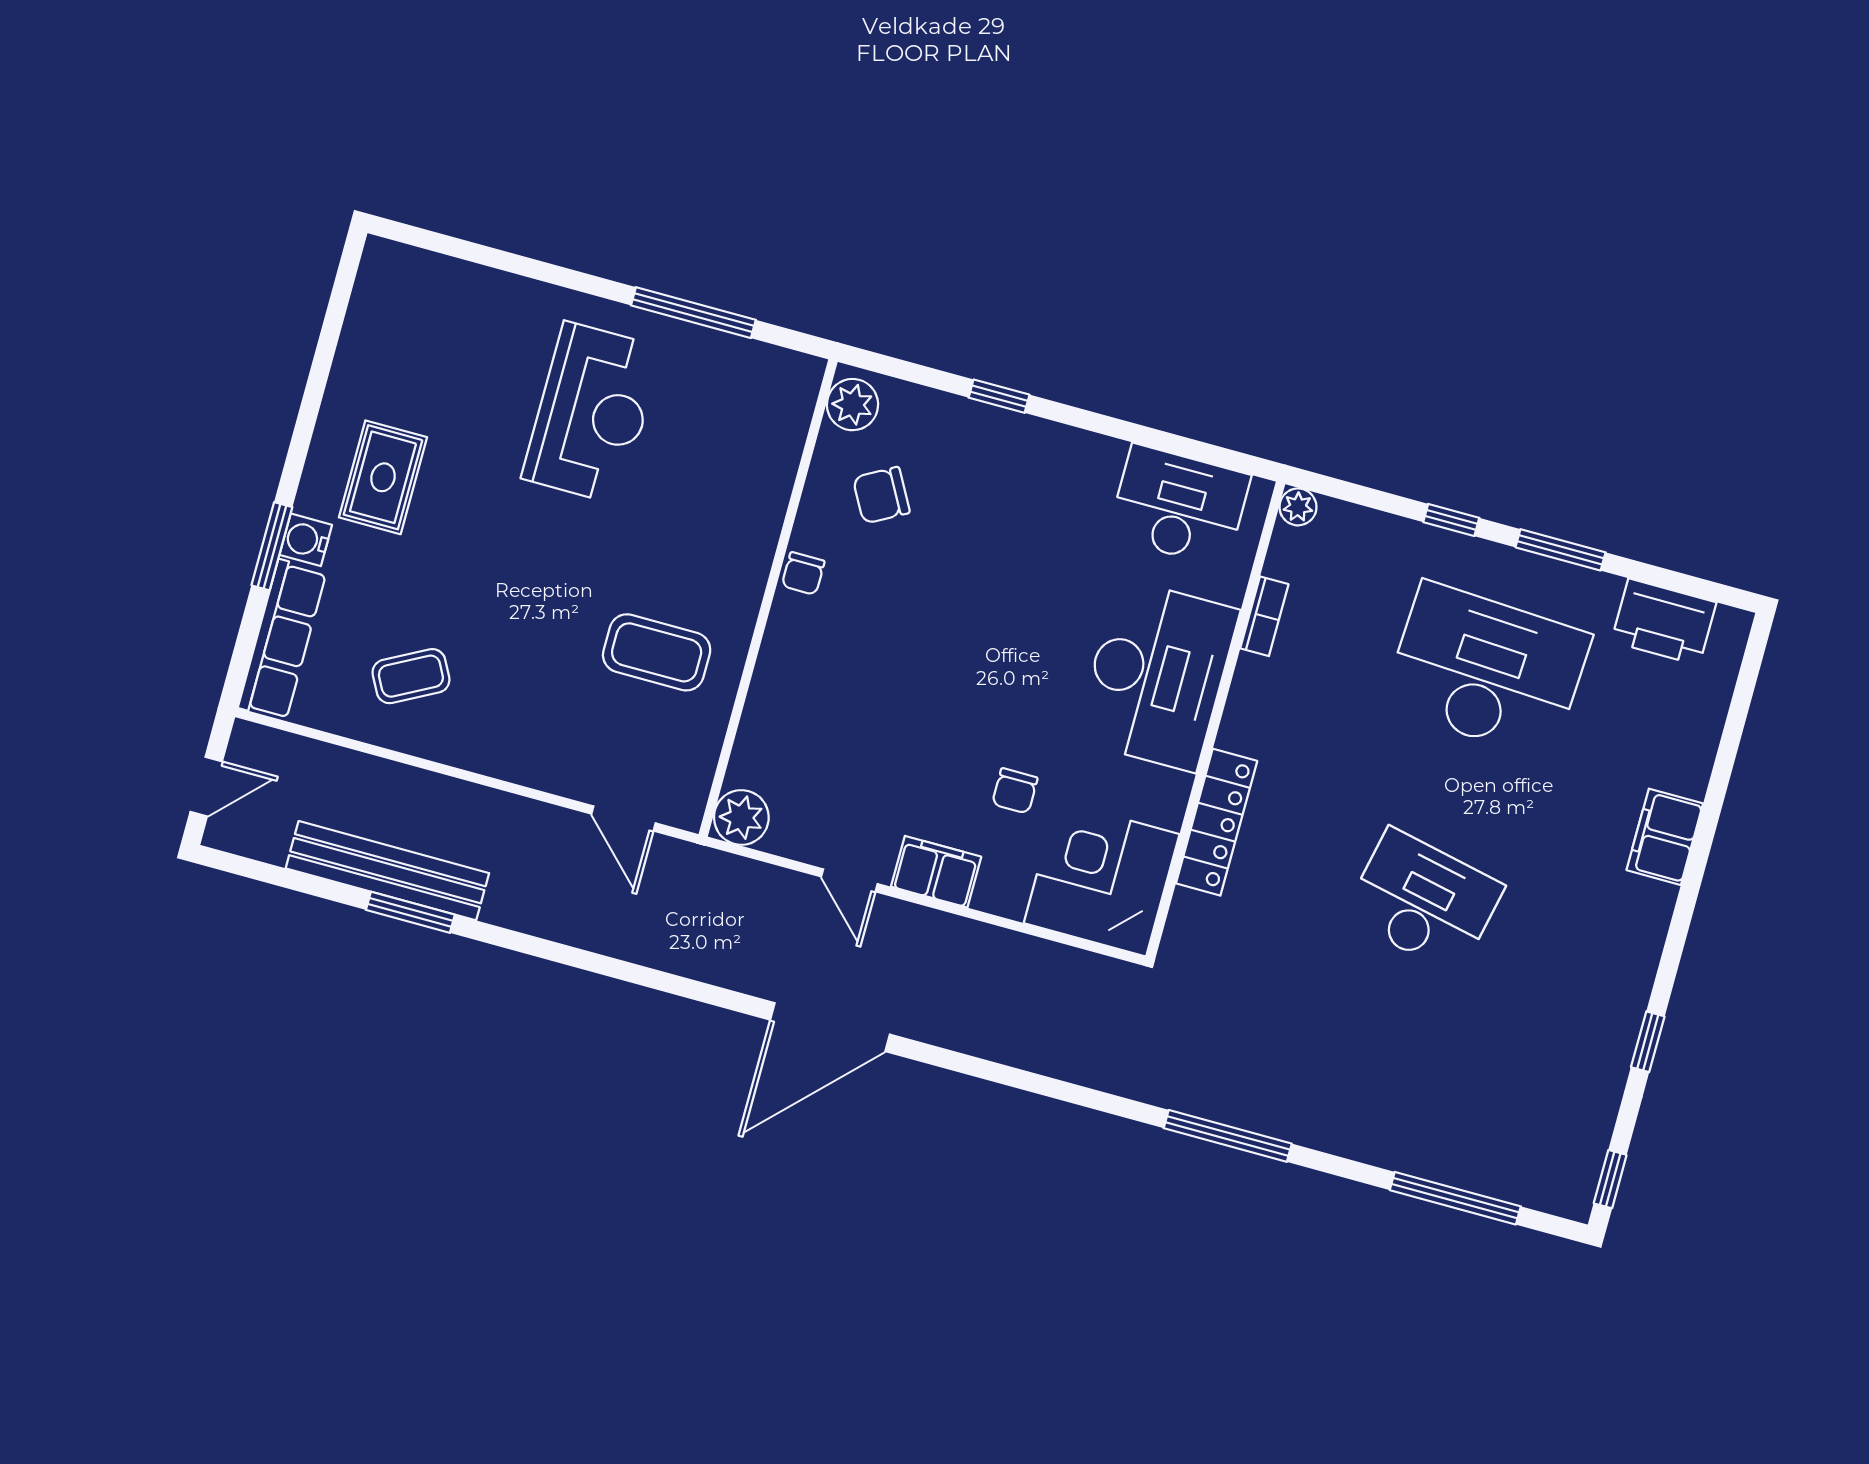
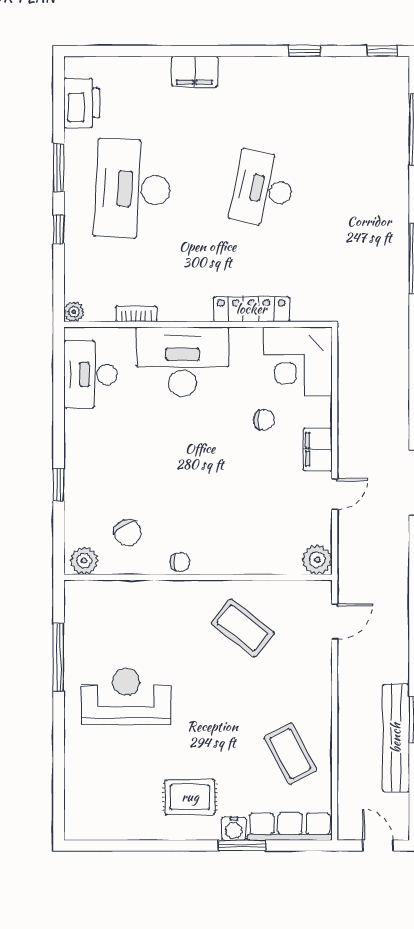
coffee table: (657, 652) -> (243, 628), turned -52
coffee table: (411, 676) -> (290, 754), width x1.36, depth x1.30

